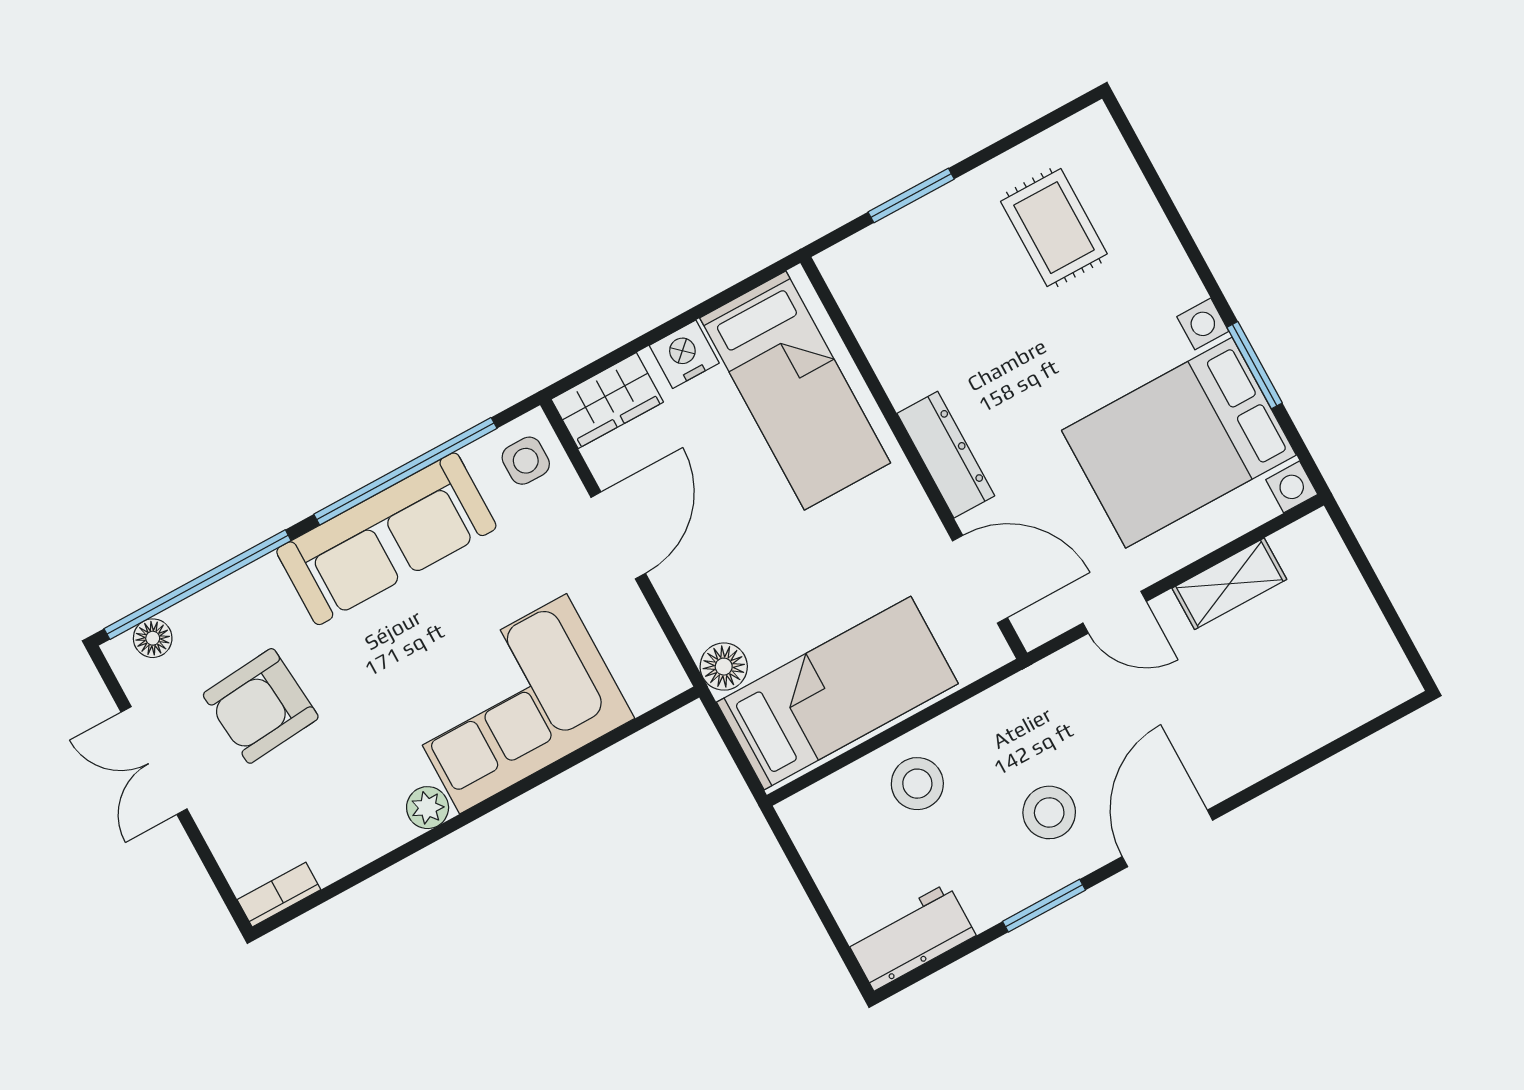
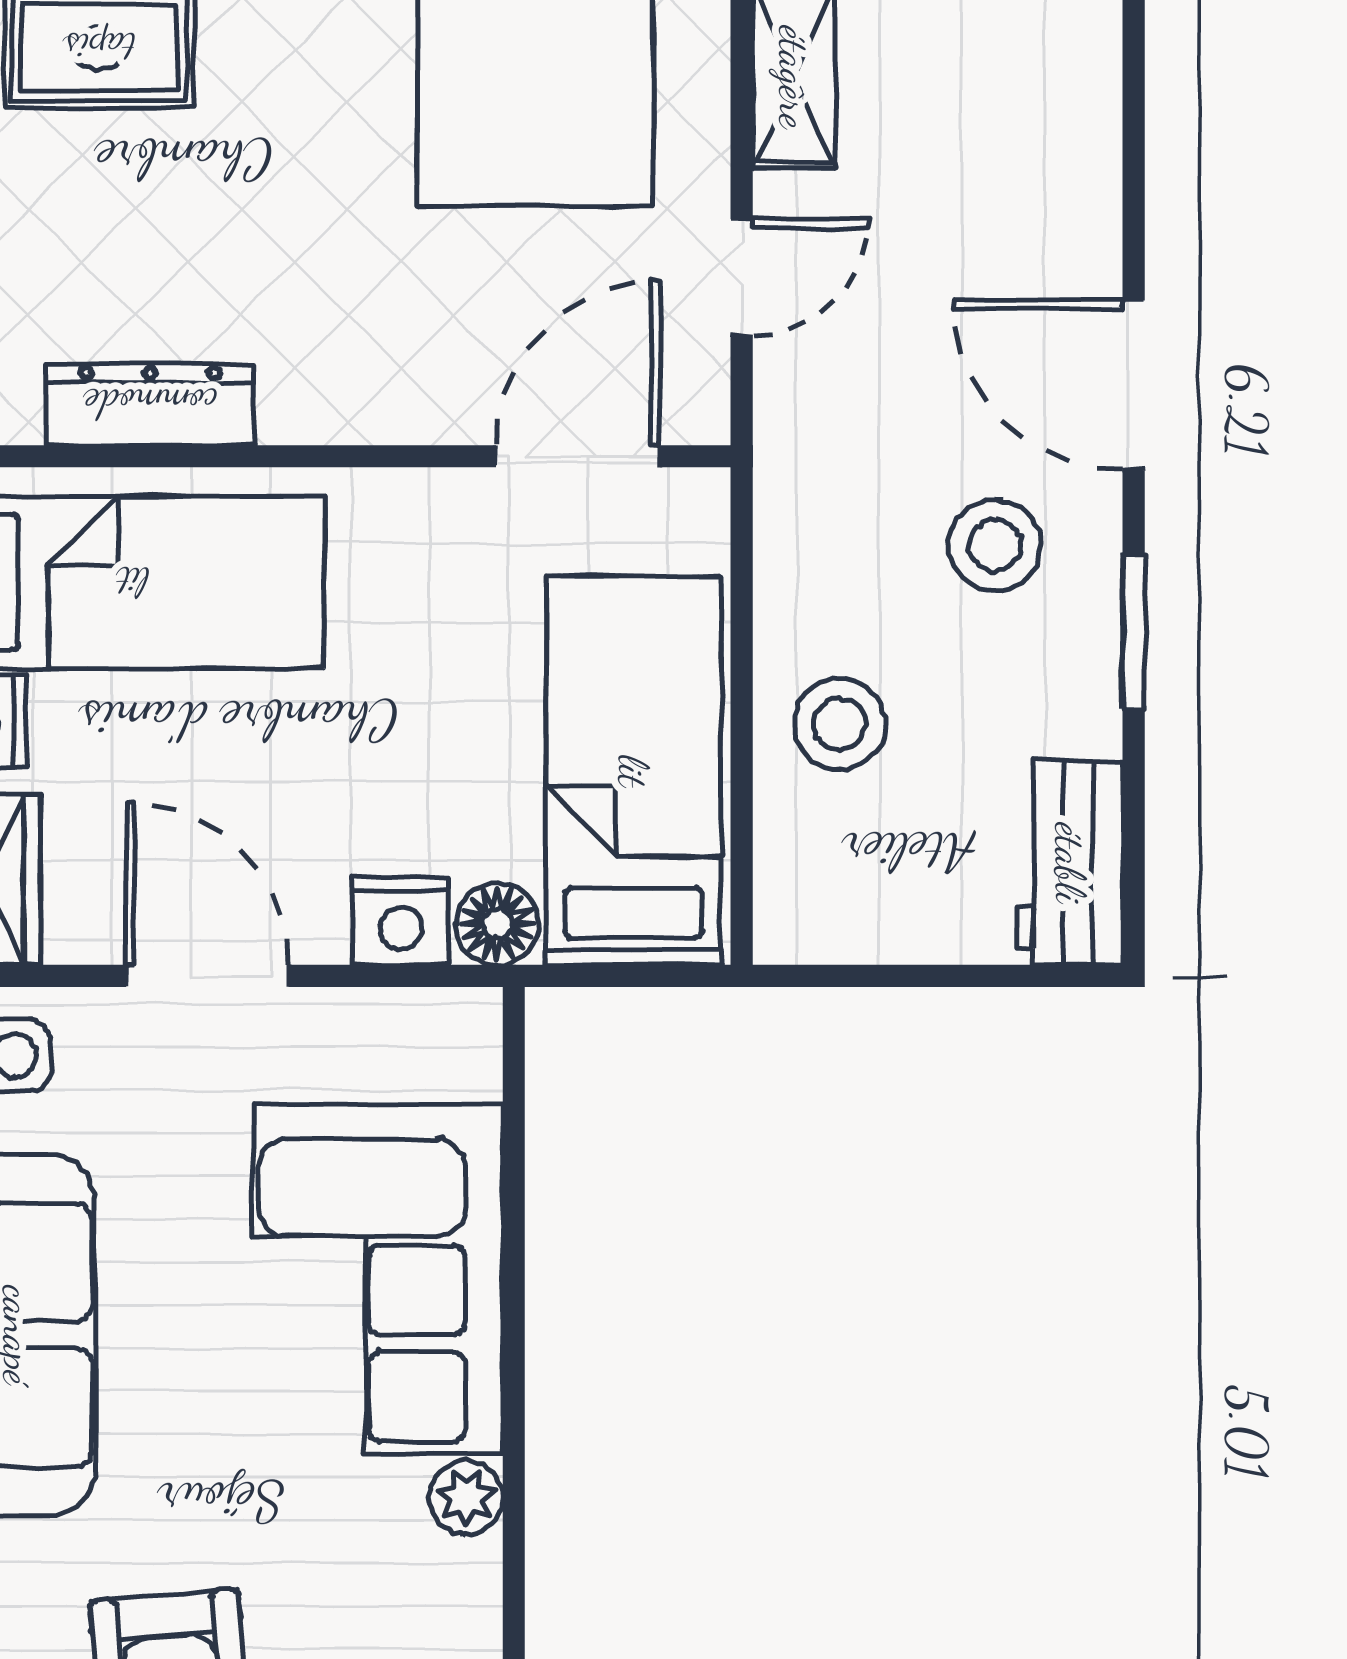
dresser: (946, 455) -> (150, 404), moved
nightstand: (699, 617) -> (401, 921), added

